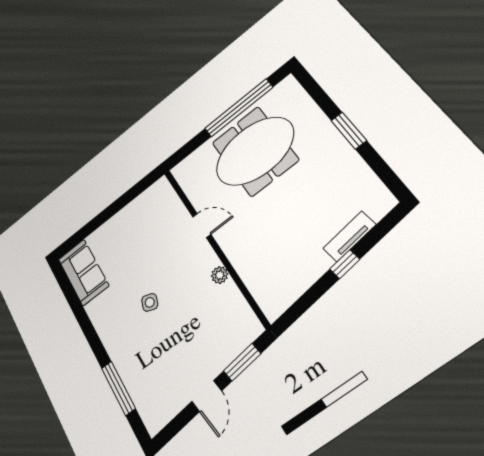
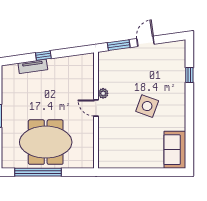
door: (202, 226) -> (96, 108), moved
side table: (150, 302) -> (147, 106), width x1.87, depth x1.87
window: (118, 388) -> (189, 75), width x0.46

